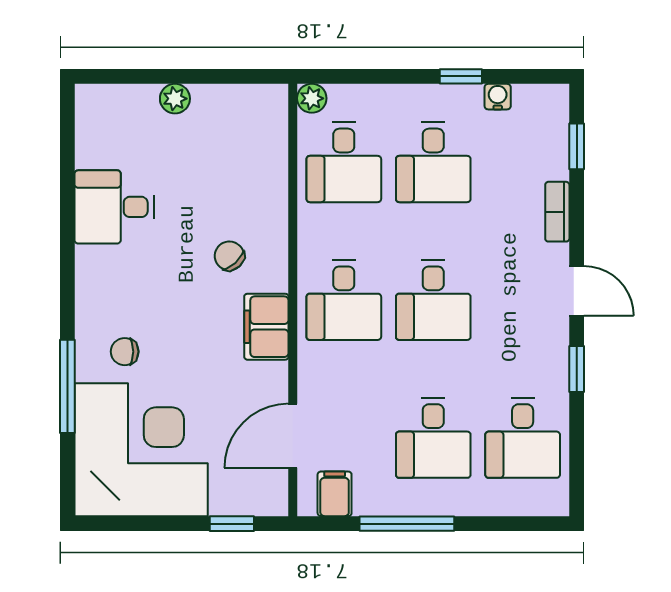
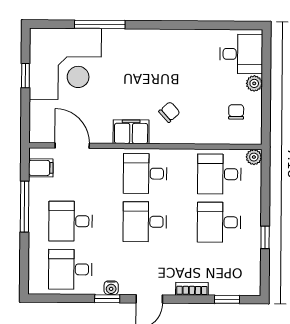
water cooler: (498, 97) -> (111, 288), moved, turned 90
desk: (114, 207) -> (241, 54), moved, turned 90
chair: (125, 352) -> (236, 112), moved
window: (232, 524) -> (25, 76), moved

